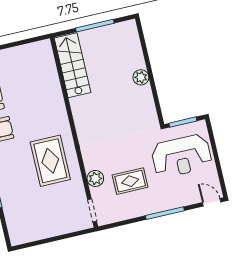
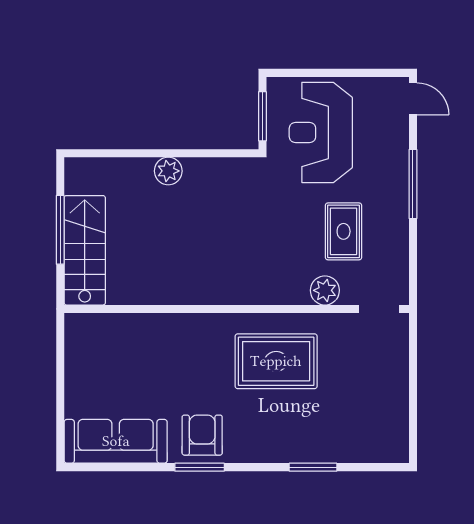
stairs: (73, 65) -> (85, 250), moved, turned 90
reception desk: (181, 156) -> (321, 132), turned 180
door: (212, 202) -> (413, 99), swing flipped

